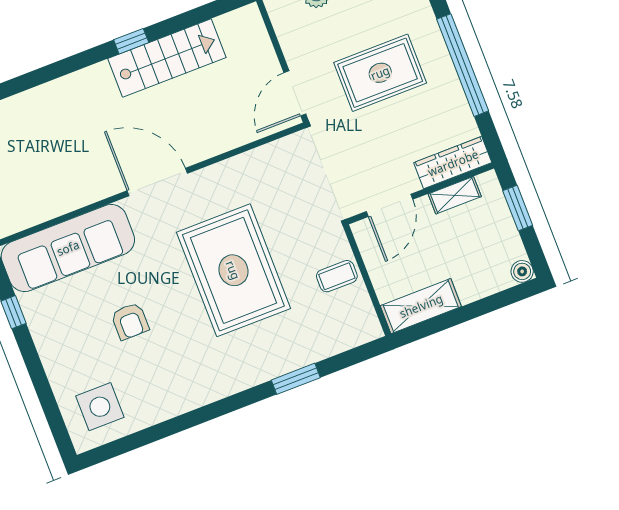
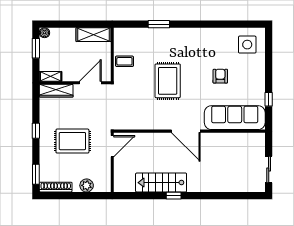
window: (463, 65) -> (36, 131), width x0.32
shelving: (455, 195) -> (51, 76), moved
window: (518, 208) -> (36, 48), moved
rug: (233, 270) -> (168, 81), width x0.73, depth x0.69

